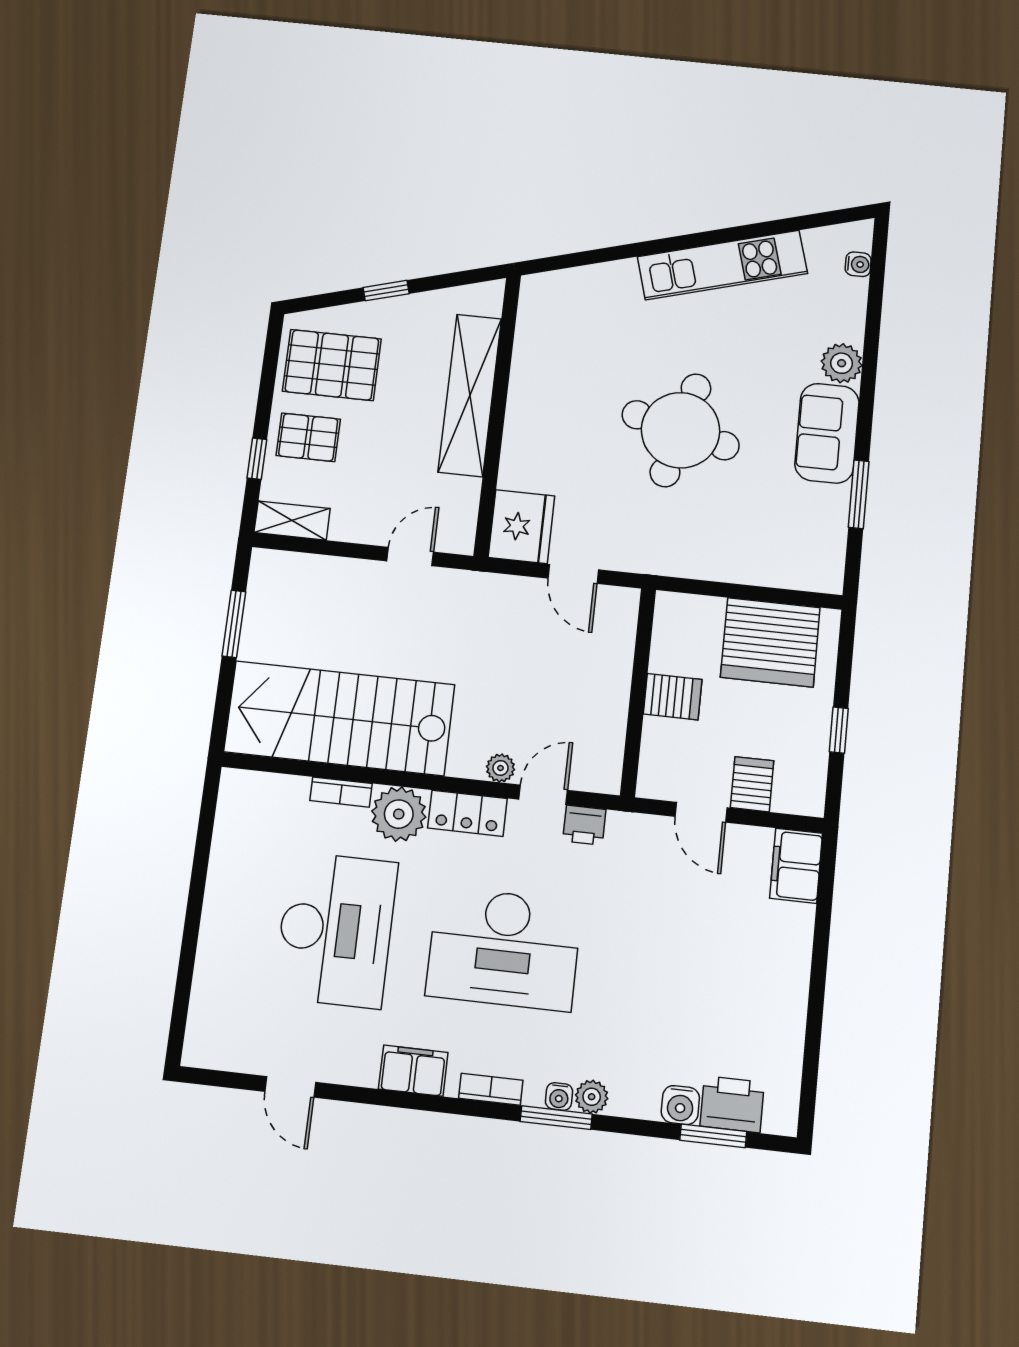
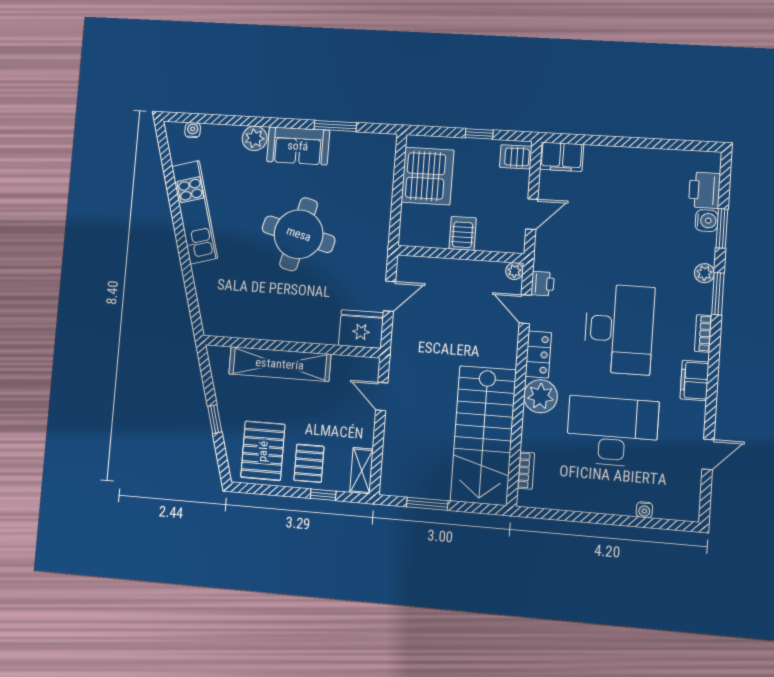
plant: (501, 768) -> (515, 271), moved
server rack: (752, 784) -> (516, 157), moved
bookcase: (341, 792) -> (526, 471), moved
water cooler: (559, 1096) -> (644, 510), moved, turned 90
window: (713, 1136) -> (722, 228), moved

